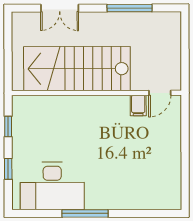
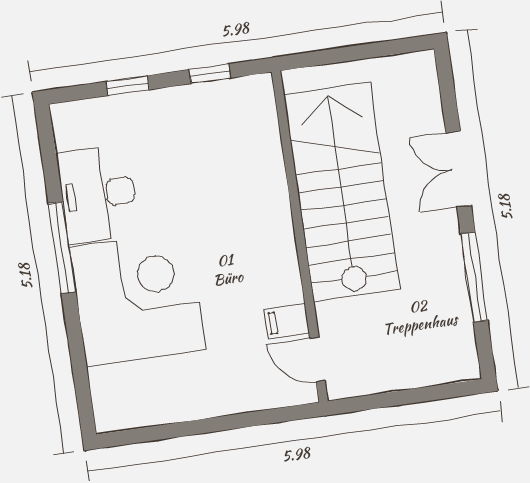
double door: (60, 8) -> (459, 169), moved
corner desk: (116, 179) -> (137, 299), added
desk: (52, 186) -> (98, 194), width x0.73, depth x0.77

